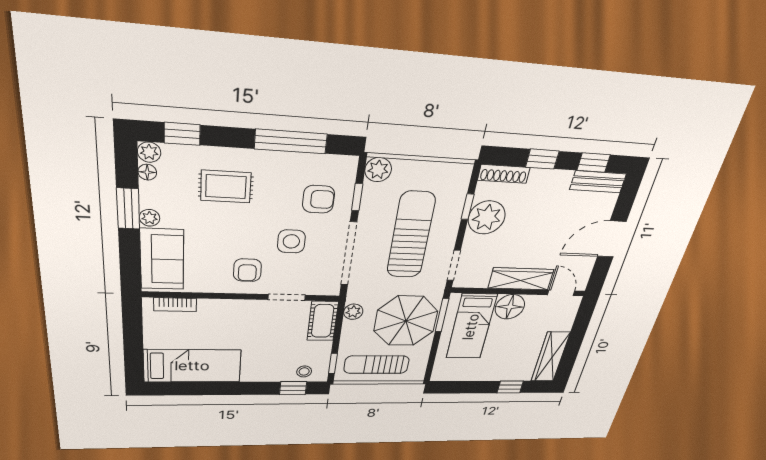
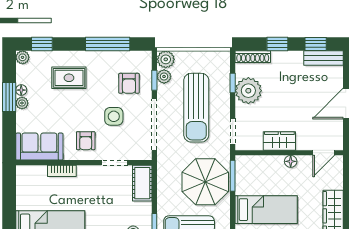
floor lamp: (147, 172) -> (21, 90), moved
armchair: (319, 199) -> (129, 83), turned 90
sun lounger: (411, 235) -> (196, 108), turned 180
sofa: (162, 259) -> (39, 147), moved, turned -90
wardrobe: (521, 279) -> (279, 141), width x0.67
door: (561, 293) -> (324, 153), swing flipped
bookcase: (175, 305) -> (62, 171), moved
floor lamp: (510, 307) -> (291, 161), width x0.53, depth x0.53
plant: (353, 312) -> (164, 76), moved
bed: (471, 327) -> (266, 210), moved, turned -90

